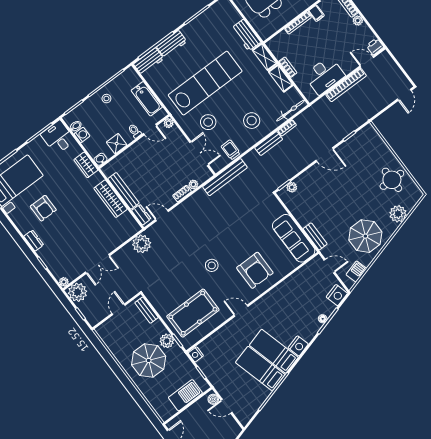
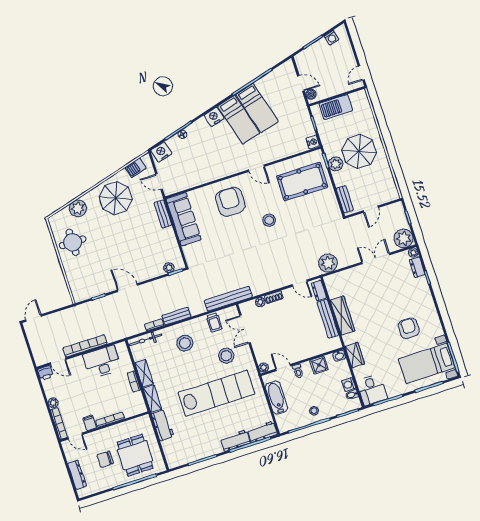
lab bench: (205, 83) -> (216, 393), turned 180
dresser: (34, 241) -> (417, 267), moved

